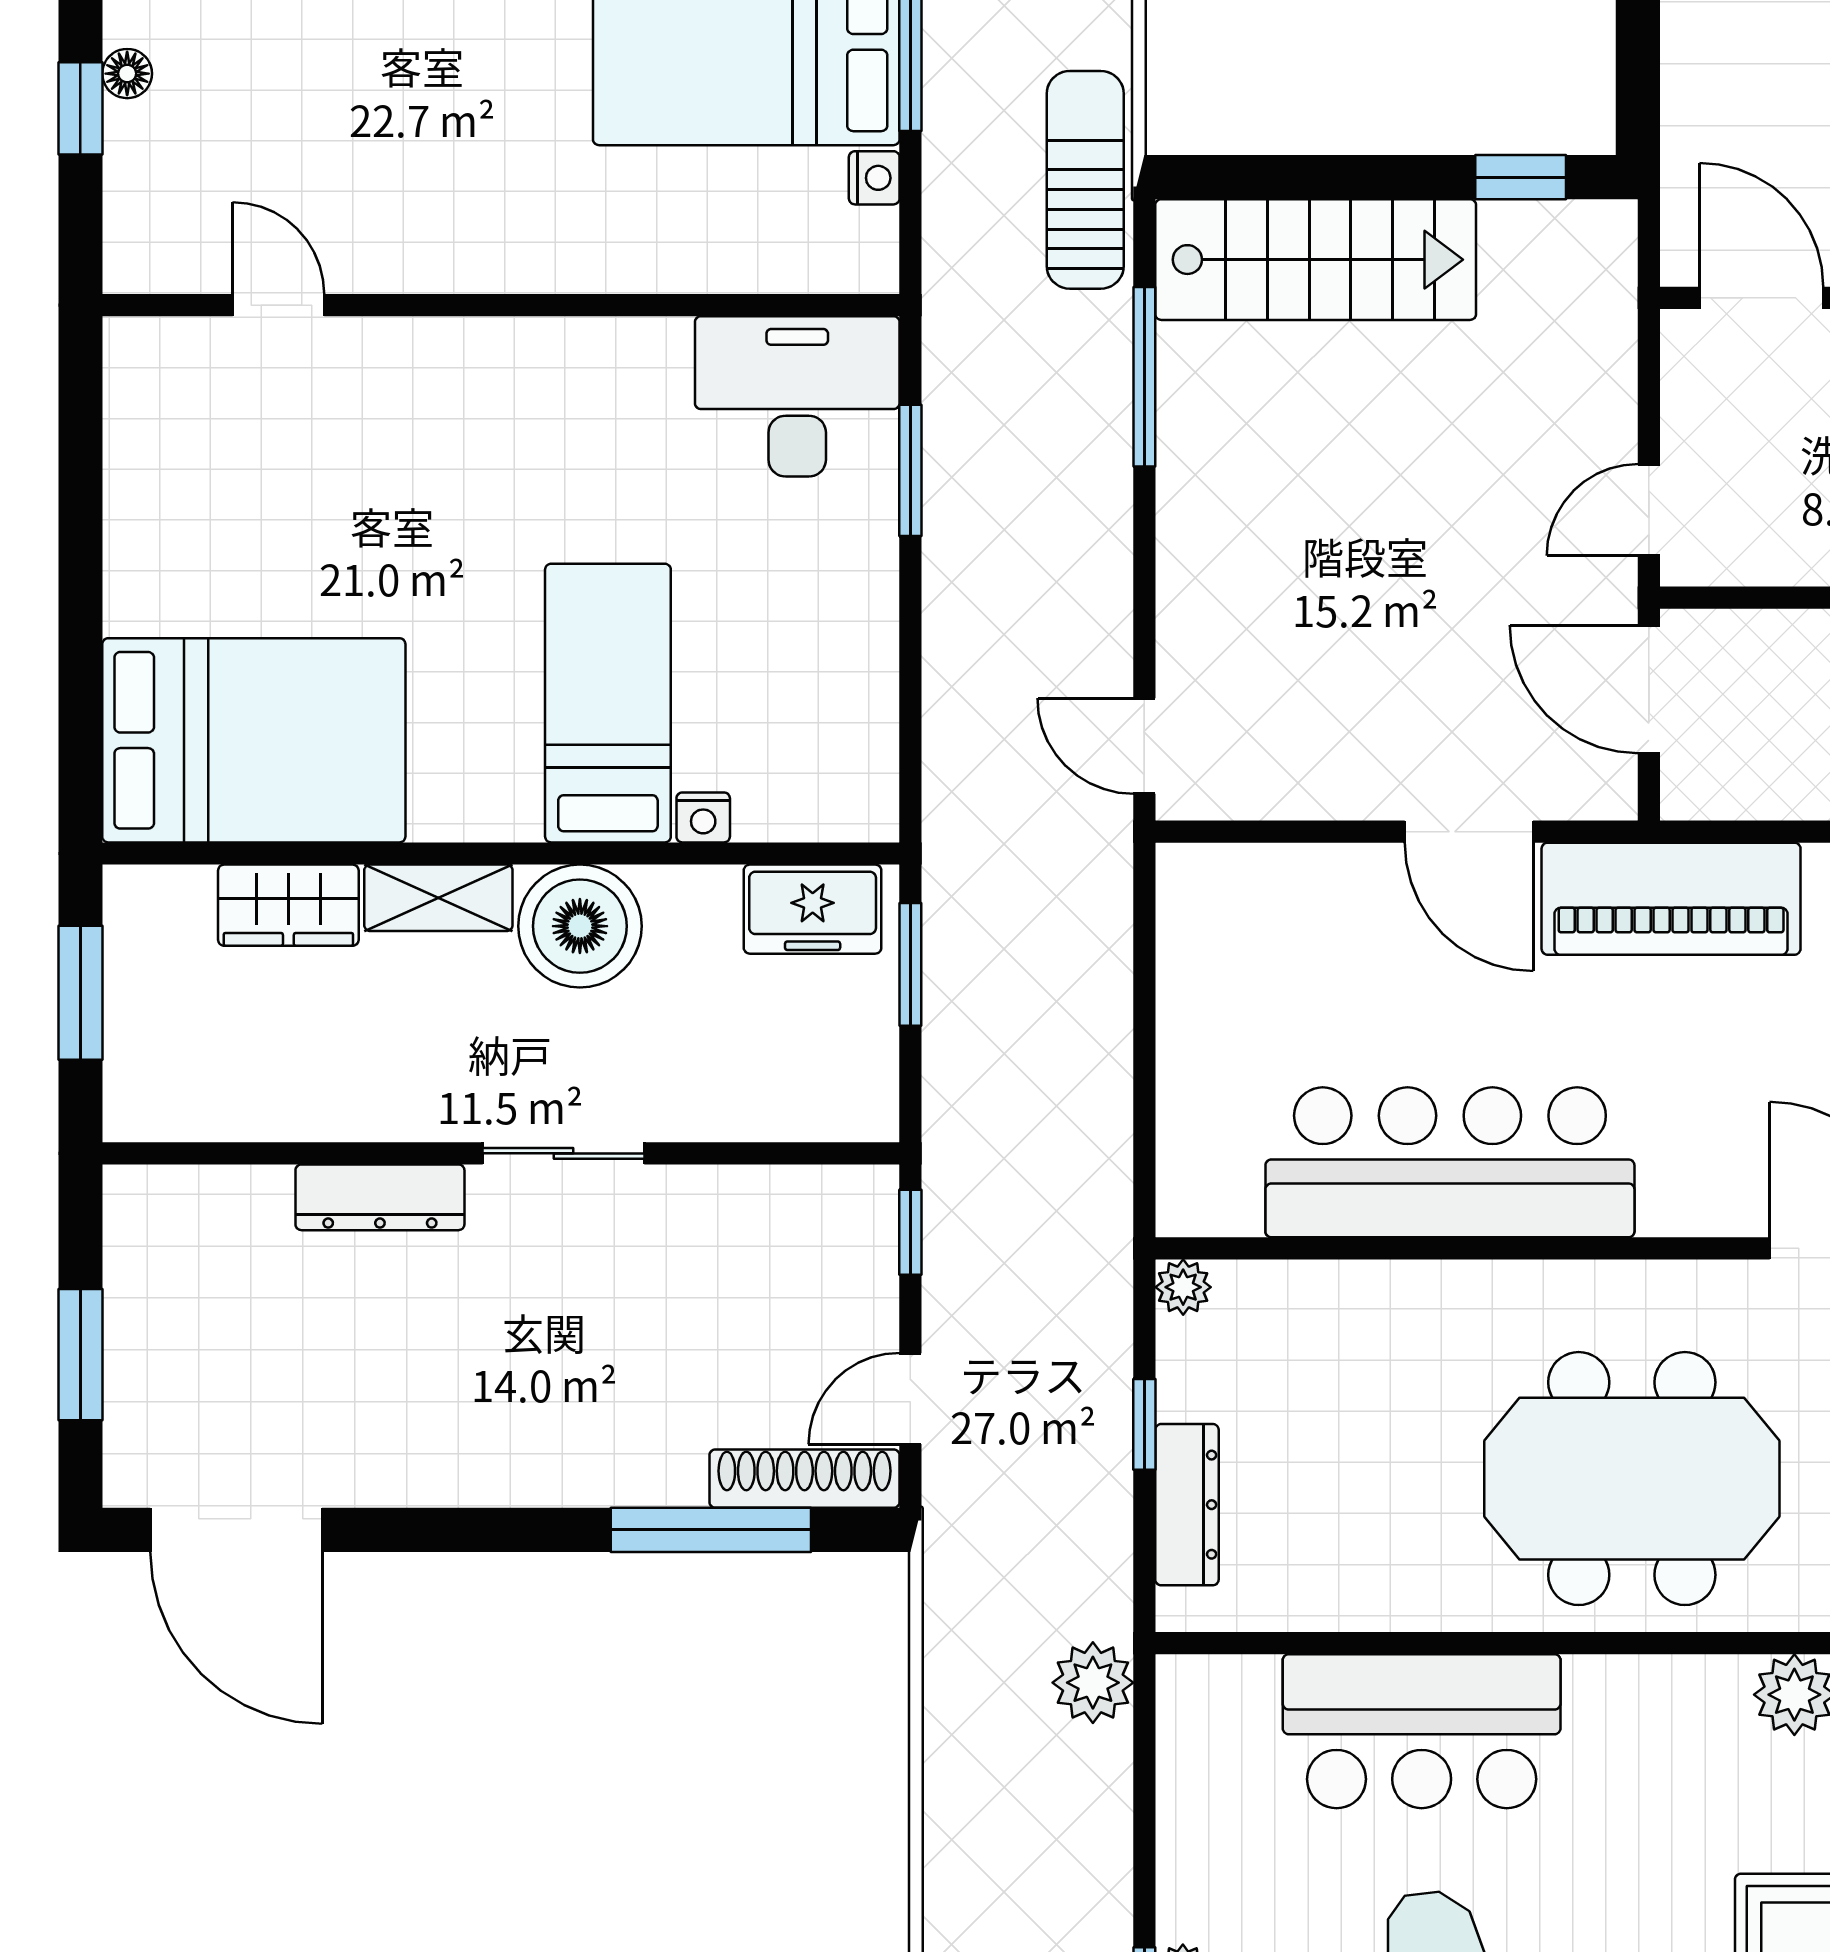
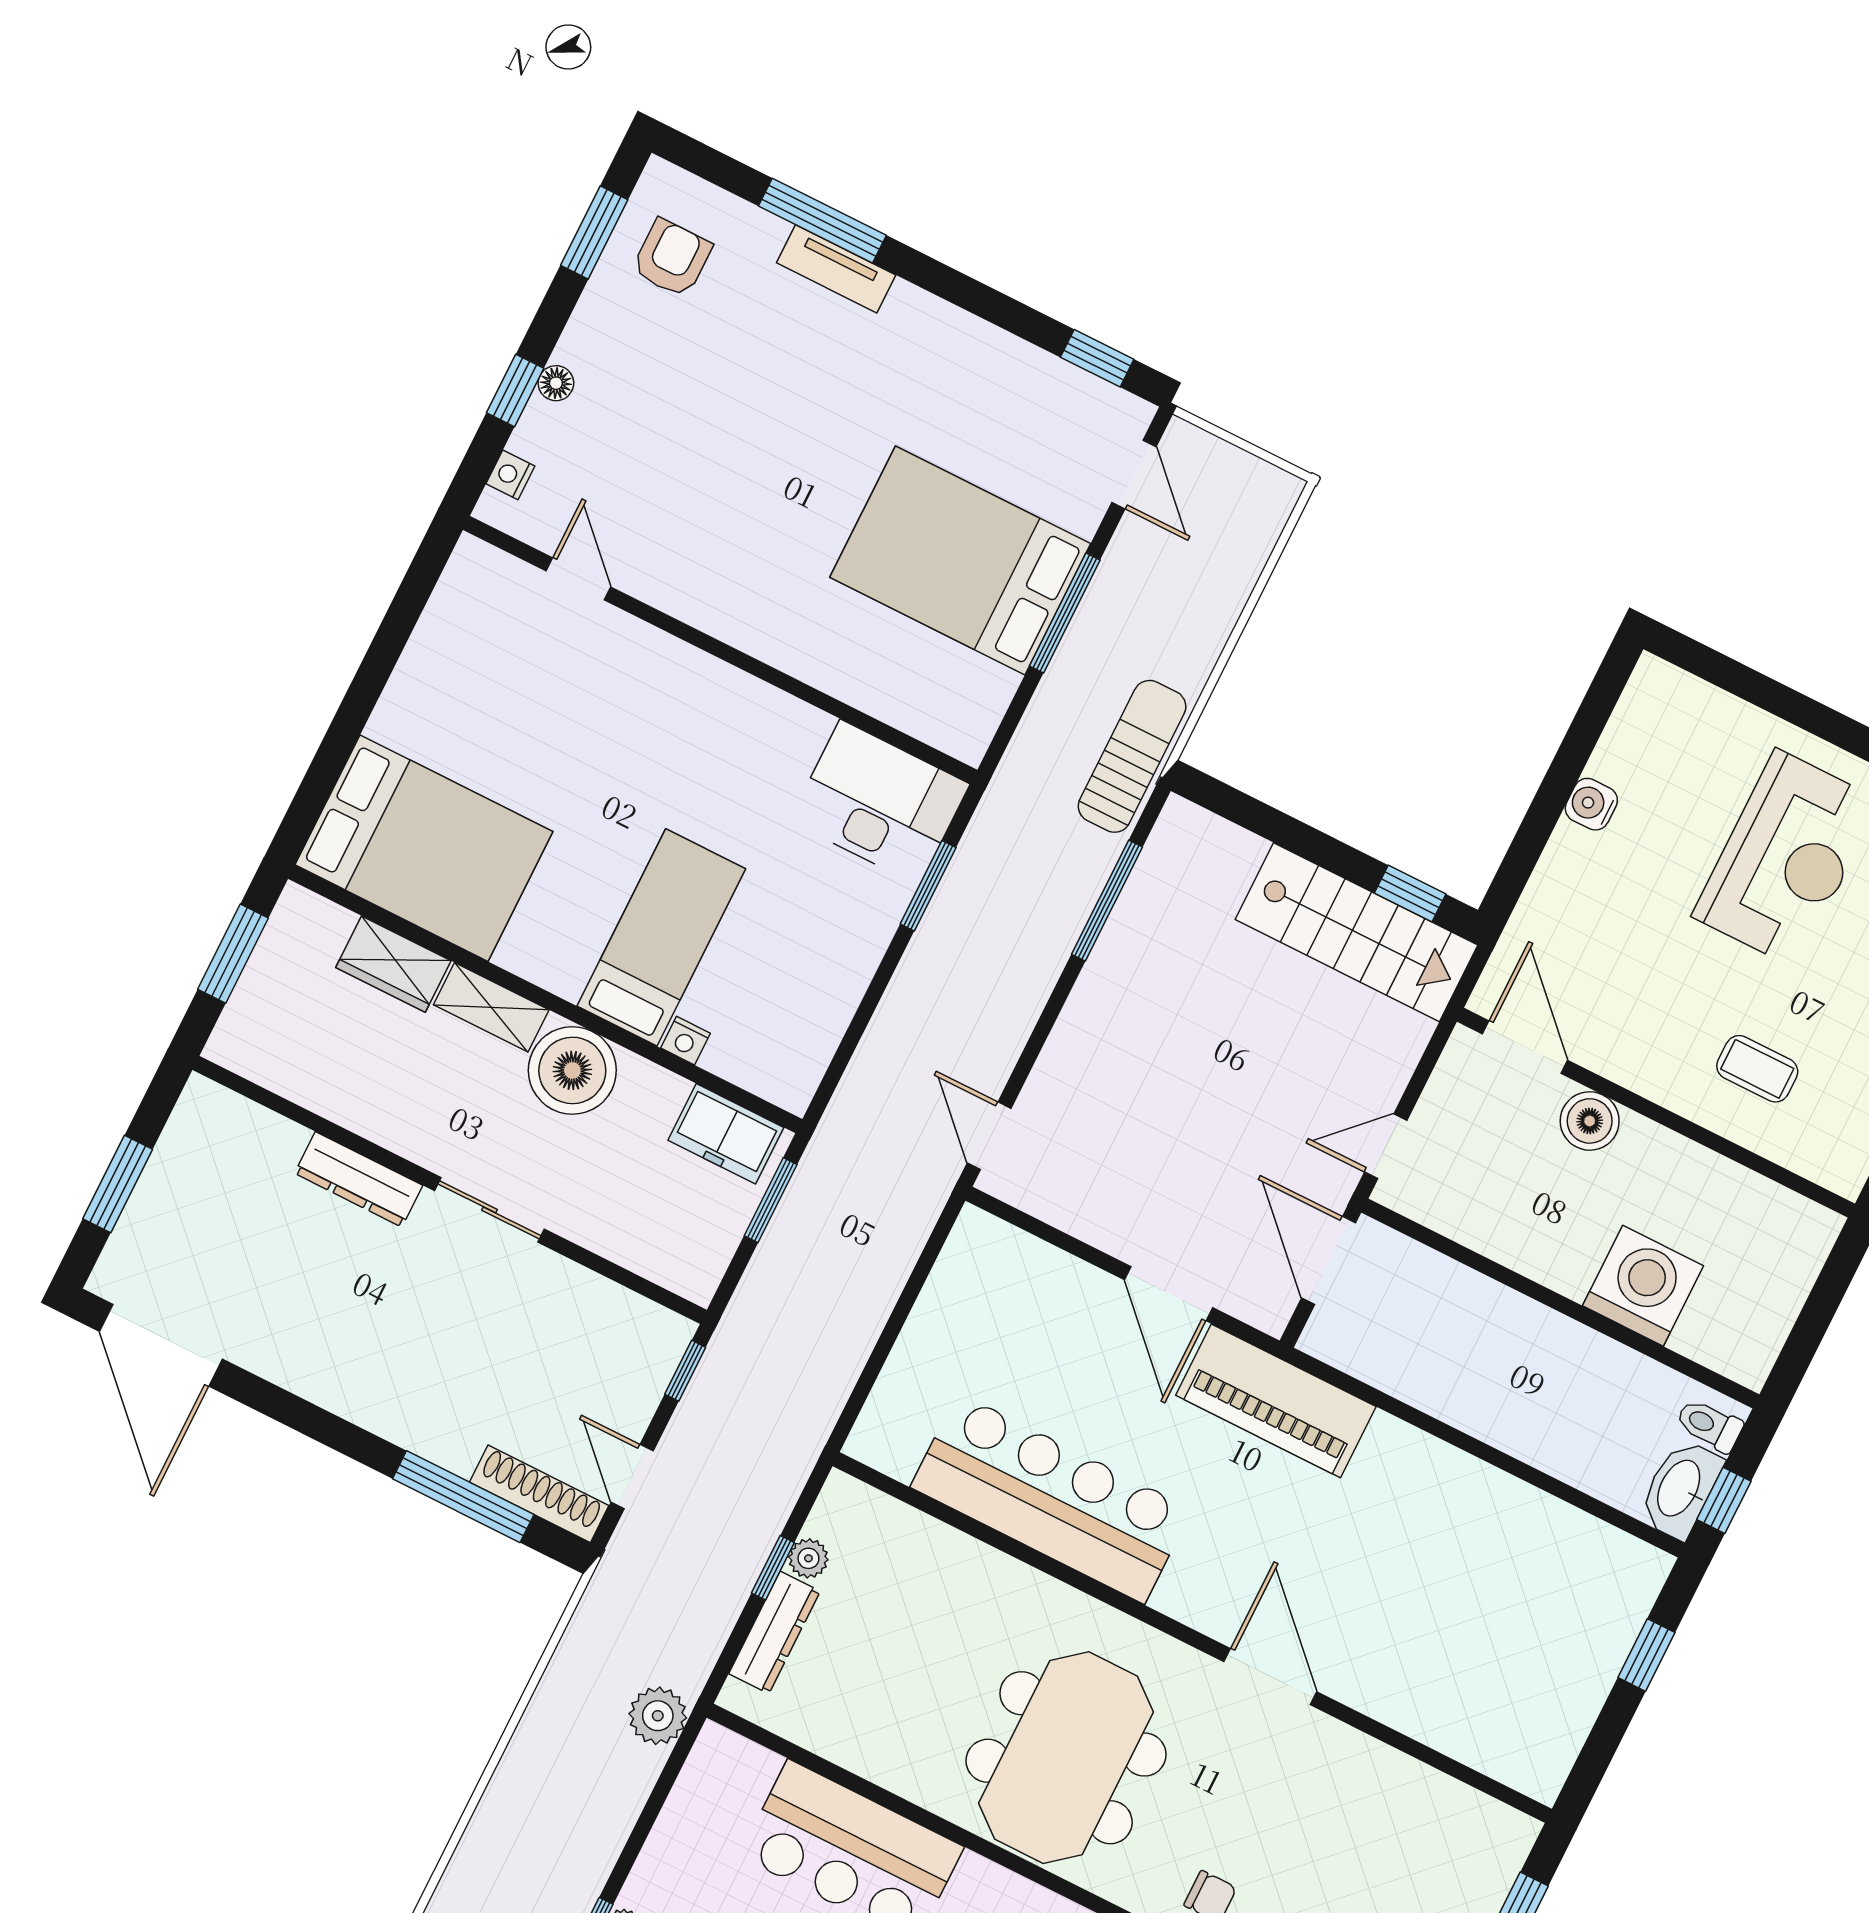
nightstand: (874, 178) -> (510, 475), moved, turned 180
stairs: (1316, 260) -> (1357, 932), moved
plant: (1183, 1287) -> (808, 1558), moved
door: (910, 1399) -> (632, 1477), hinge flipped
meeting table: (1632, 1479) -> (1066, 1758), turned 90

